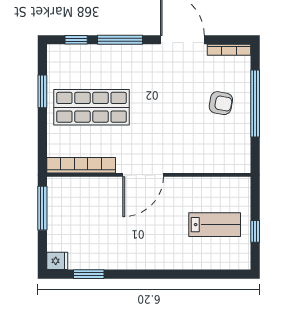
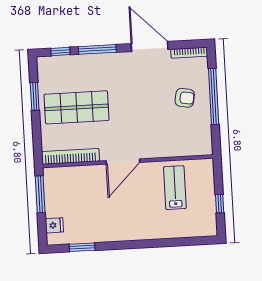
lab bench: (215, 225) -> (175, 188), moved, turned -90
fridge: (57, 261) -> (54, 225), moved

